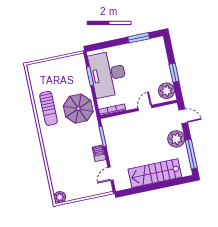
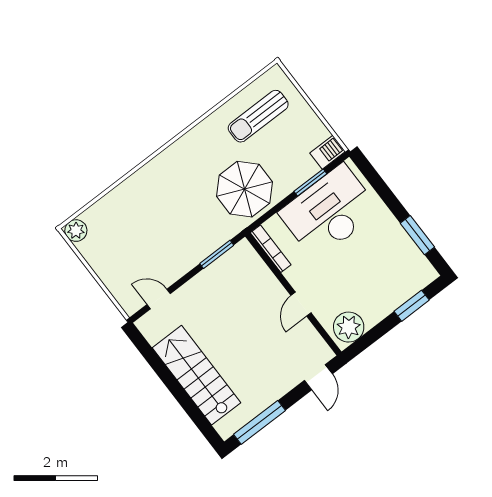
window: (174, 73) -> (412, 306), moved
sun lounger: (49, 108) -> (258, 116), moved
door: (145, 108) -> (301, 304), swing flipped
plant: (176, 139) -> (273, 384), removed
barbecue: (99, 153) -> (328, 152), moved

